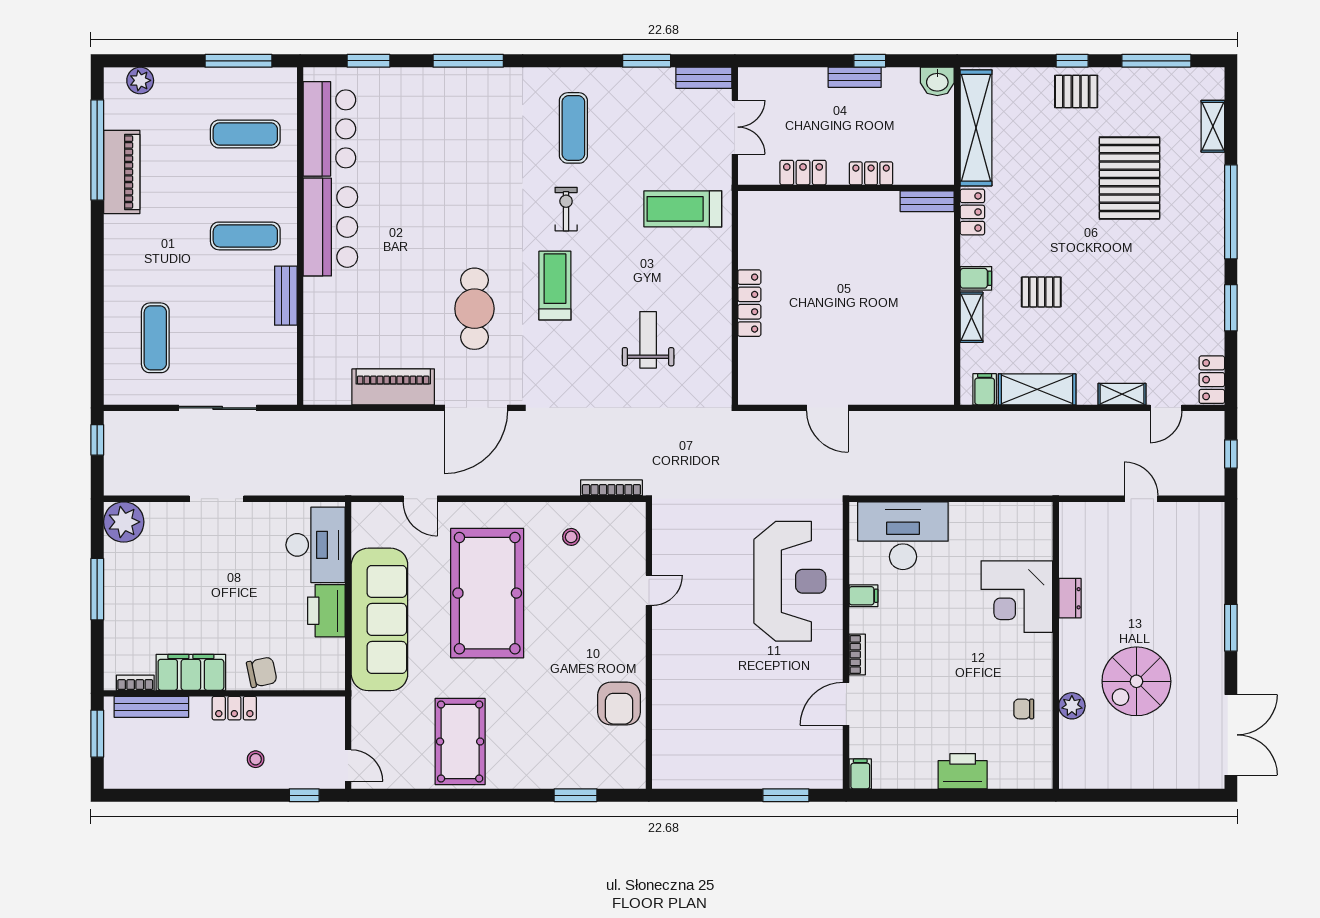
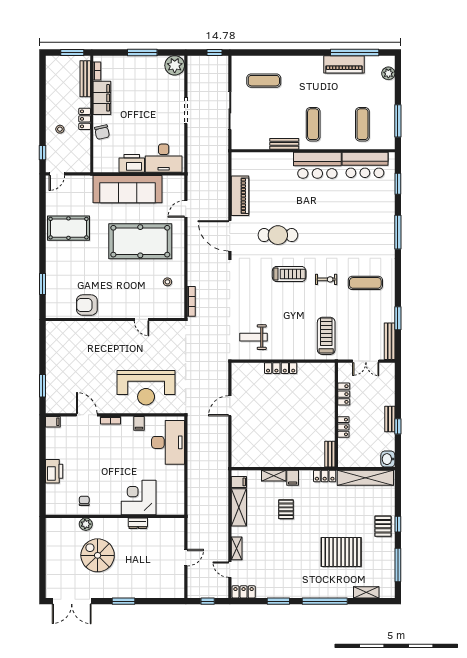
bench: (704, 78) -> (390, 341), width x1.36
weight bench: (648, 340) -> (254, 337), moved, turned 180

